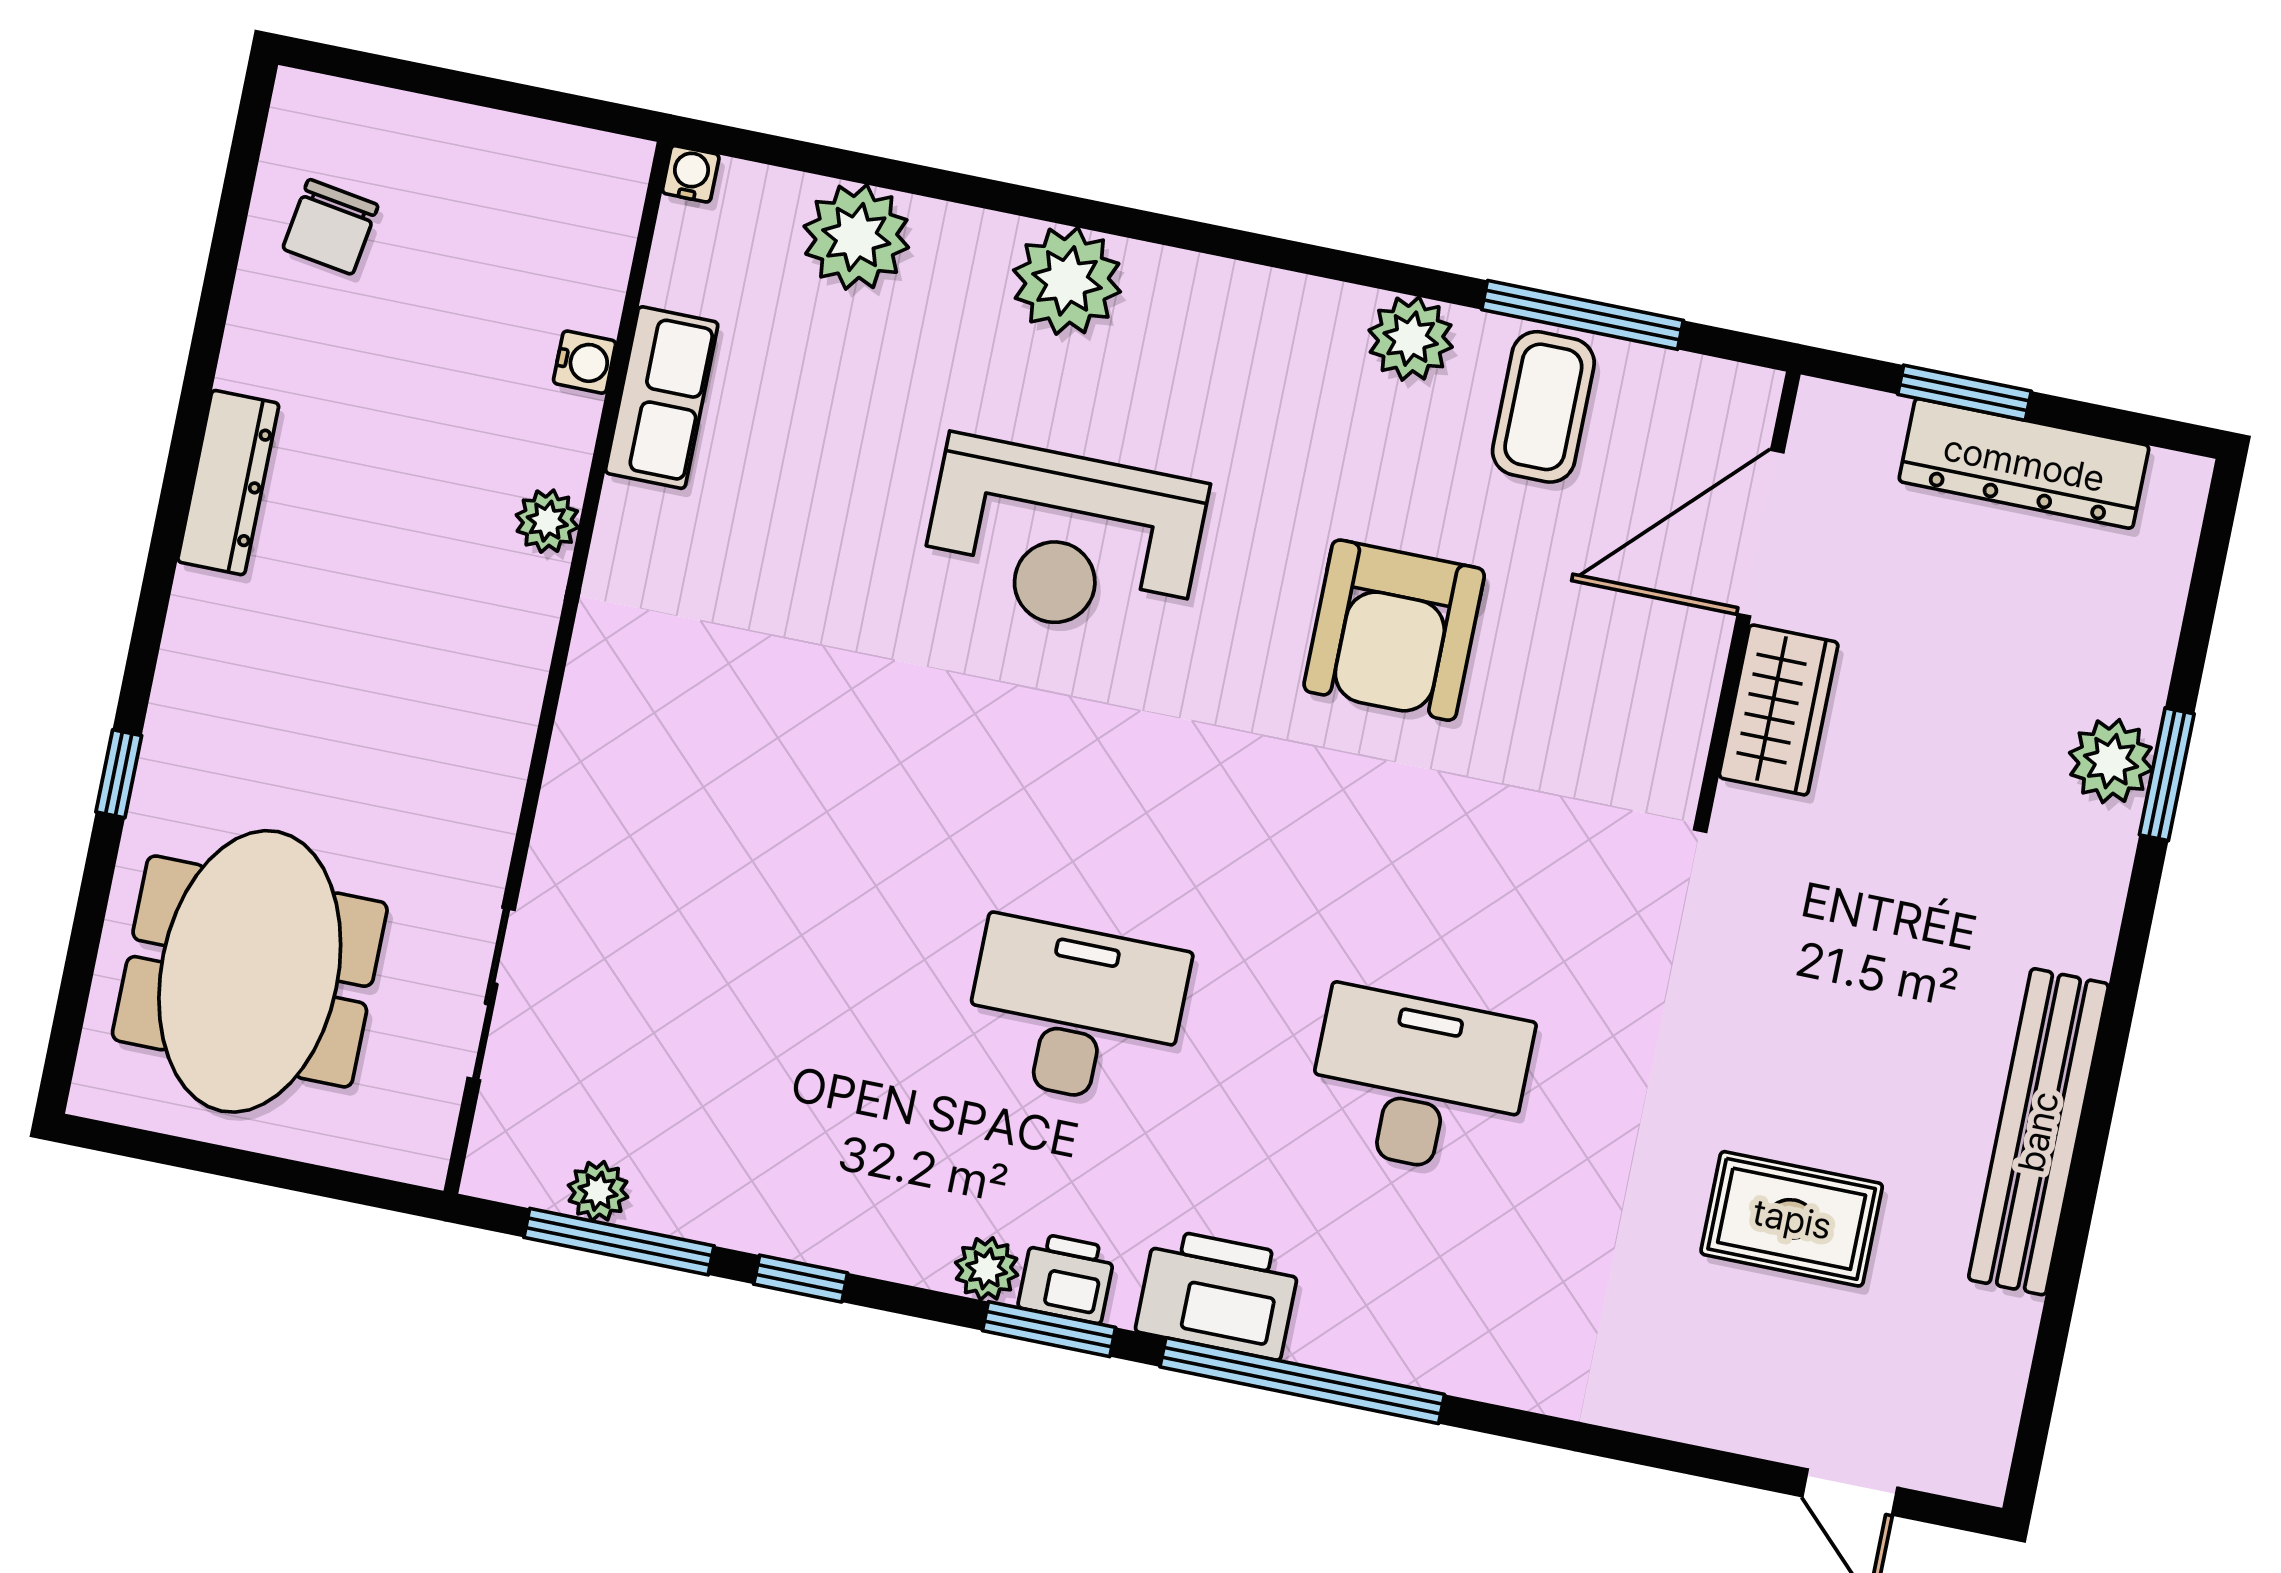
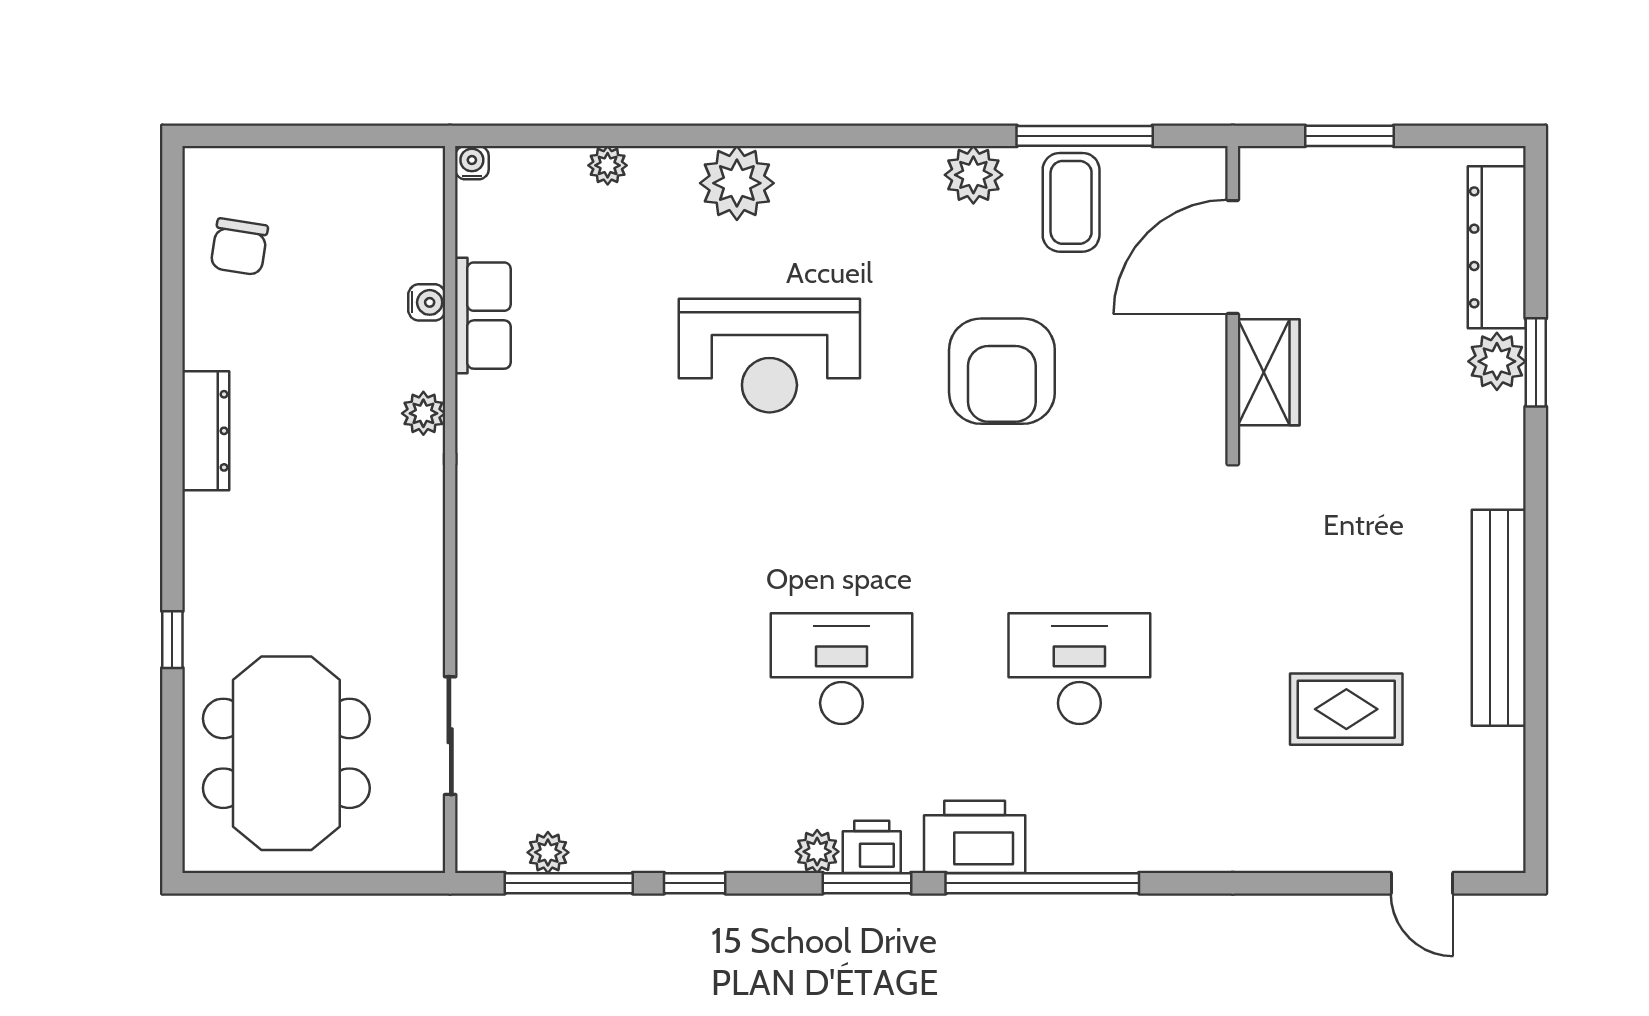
plant: (856, 237) -> (608, 165), width x0.53, depth x0.53
dresser: (2024, 463) -> (1497, 247), moved, turned 90

